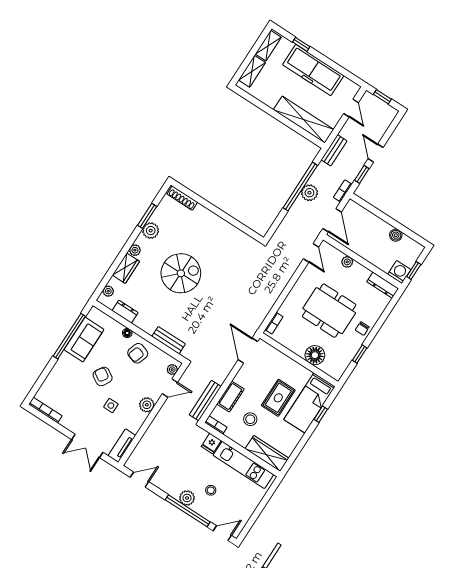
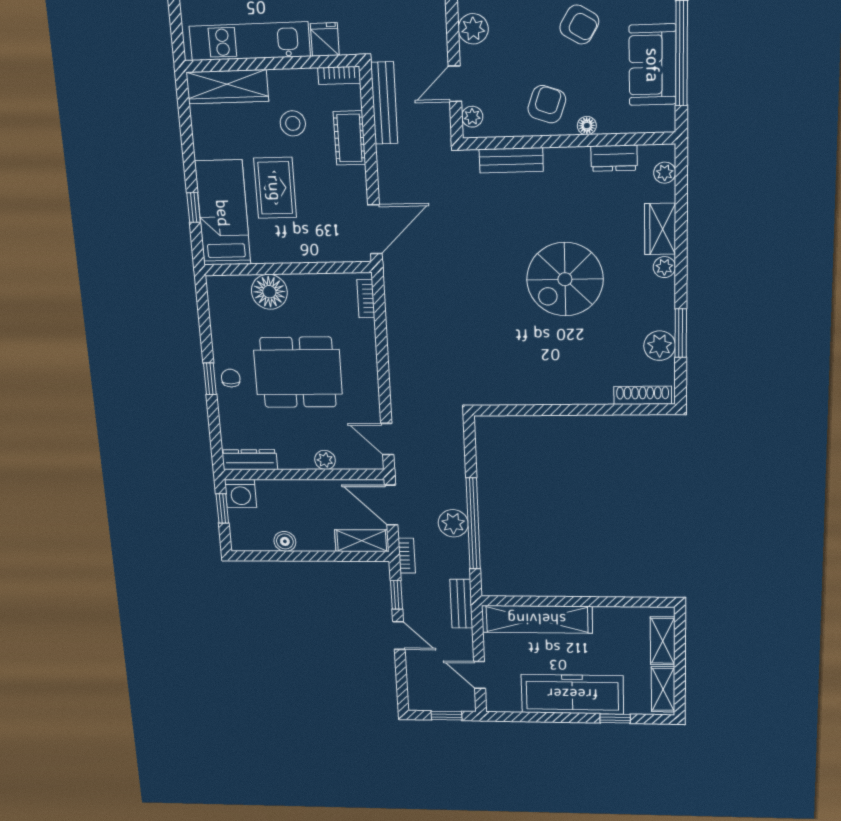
shelving: (359, 212) -> (362, 541), added
plant: (151, 231) -> (660, 346), moved
door: (248, 351) -> (375, 229), hinge flipped
window: (360, 354) -> (210, 379), moved

